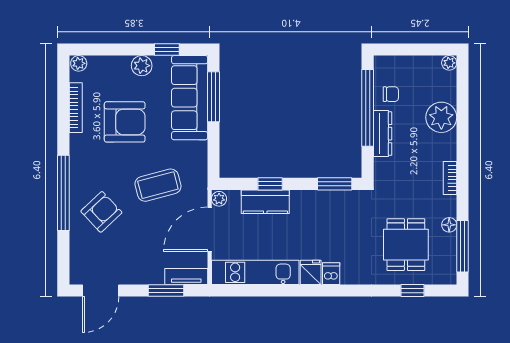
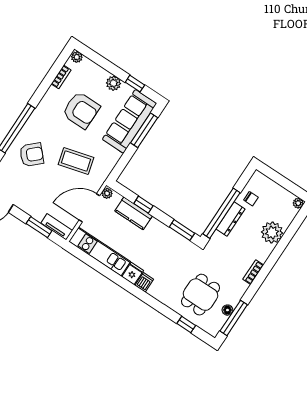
bookcase: (76, 108) -> (61, 77), width x0.64
window: (368, 108) -> (221, 213), moved
floor lamp: (449, 225) -> (227, 310), moved

